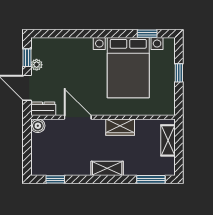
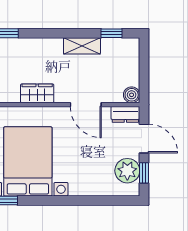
plant: (37, 65) -> (127, 171), width x1.87, depth x1.87
shelving: (107, 168) -> (82, 46), moved

